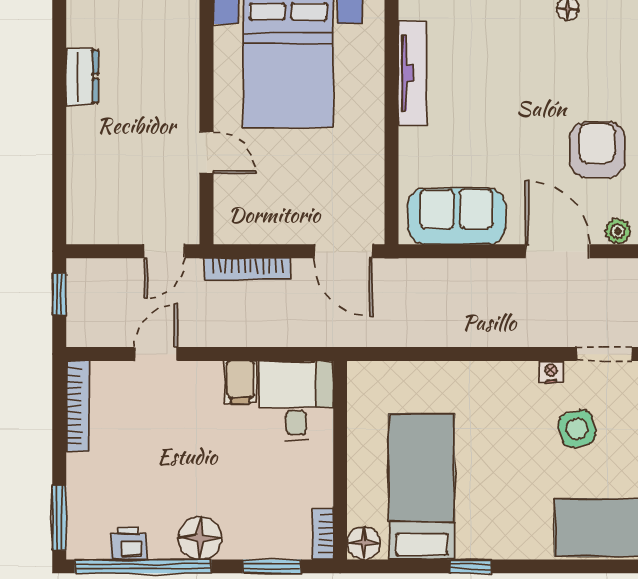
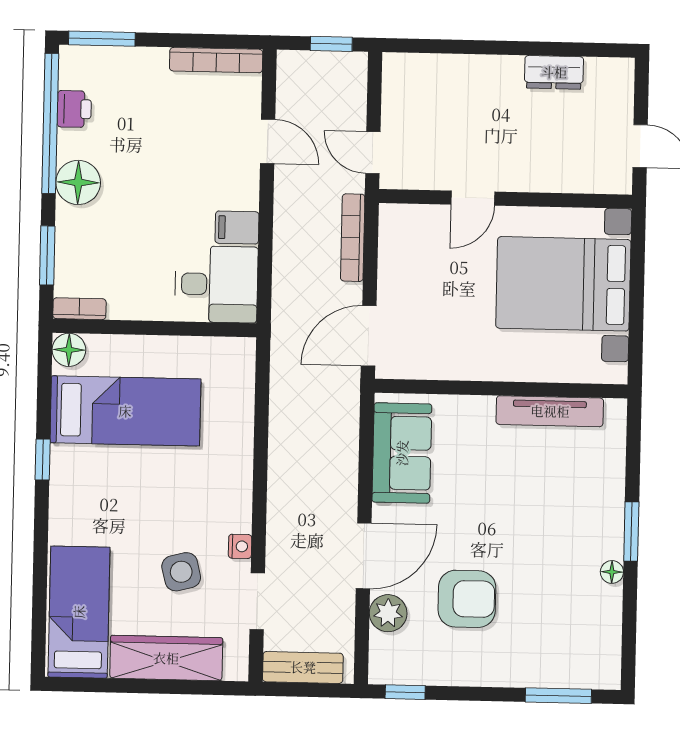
plant: (618, 231) -> (388, 613), width x1.38, depth x1.38

